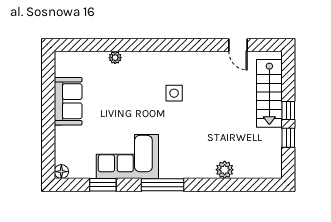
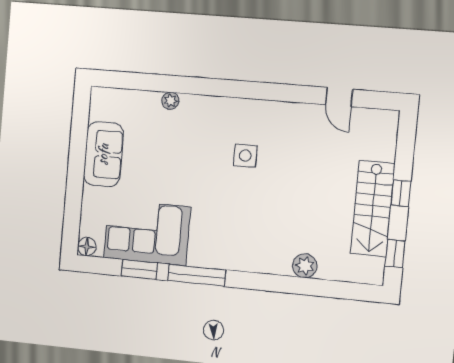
stairs: (269, 93) -> (373, 209), moved
window: (288, 138) -> (395, 254), moved
corner sofa: (127, 156) -> (147, 232), moved
window: (162, 185) -> (197, 275), moved

